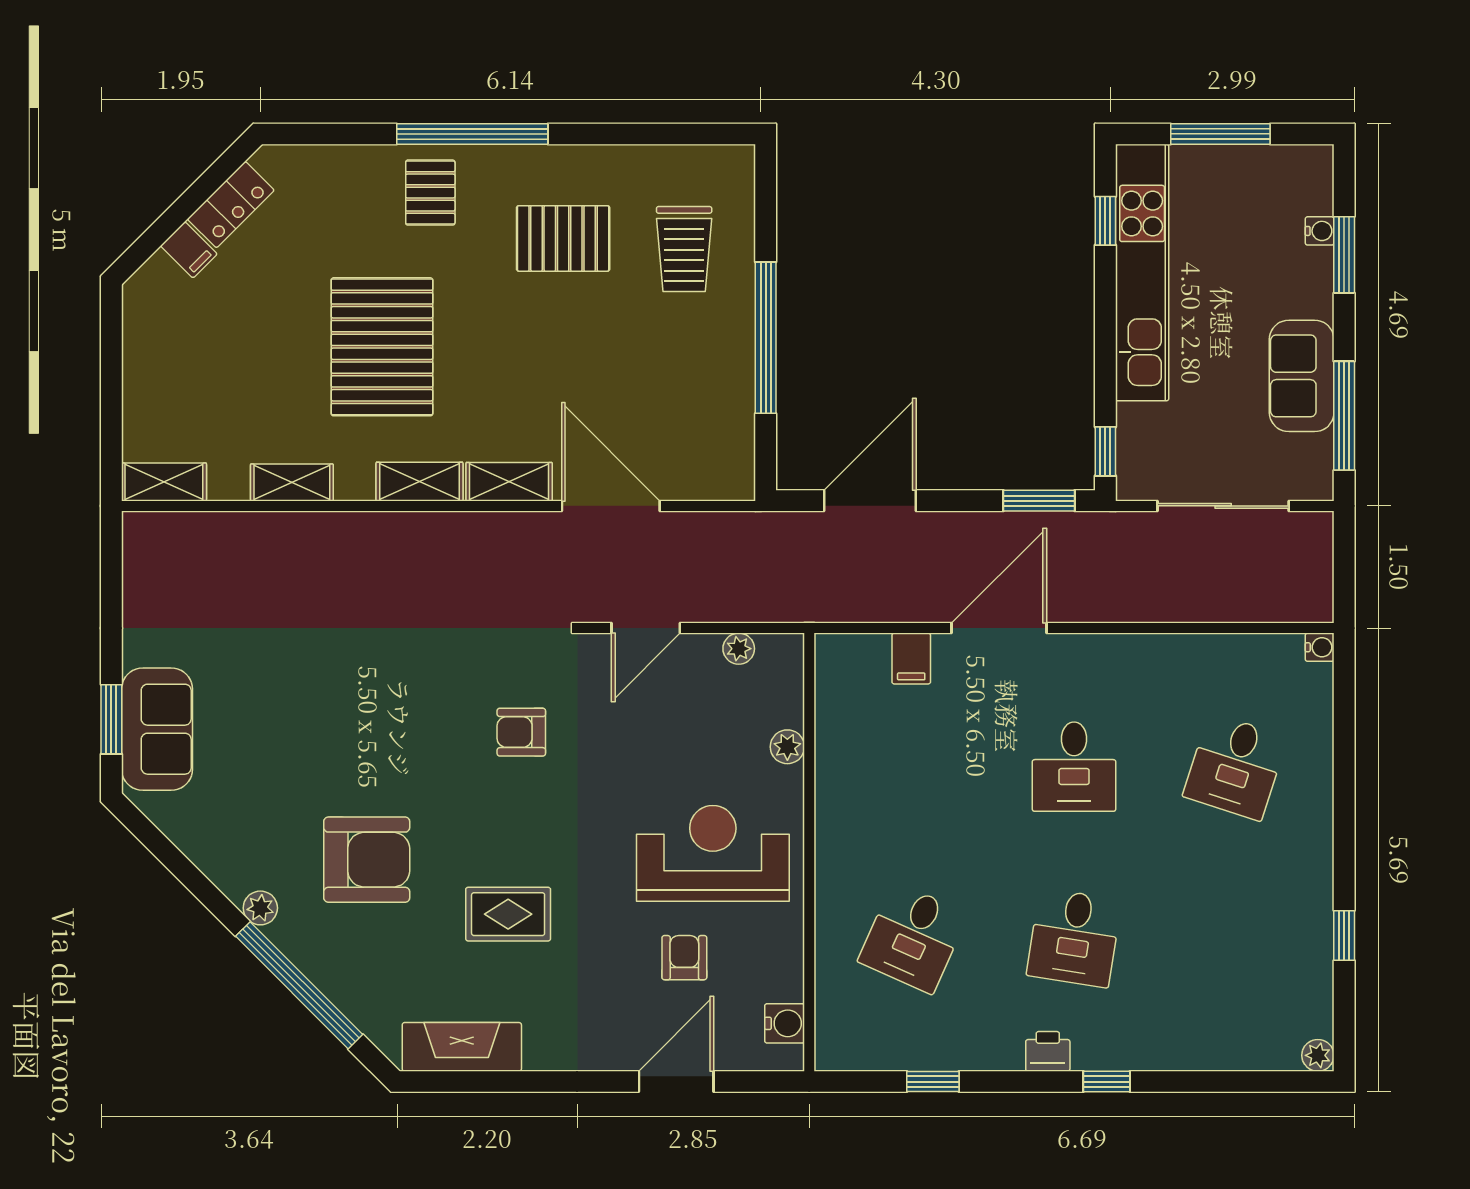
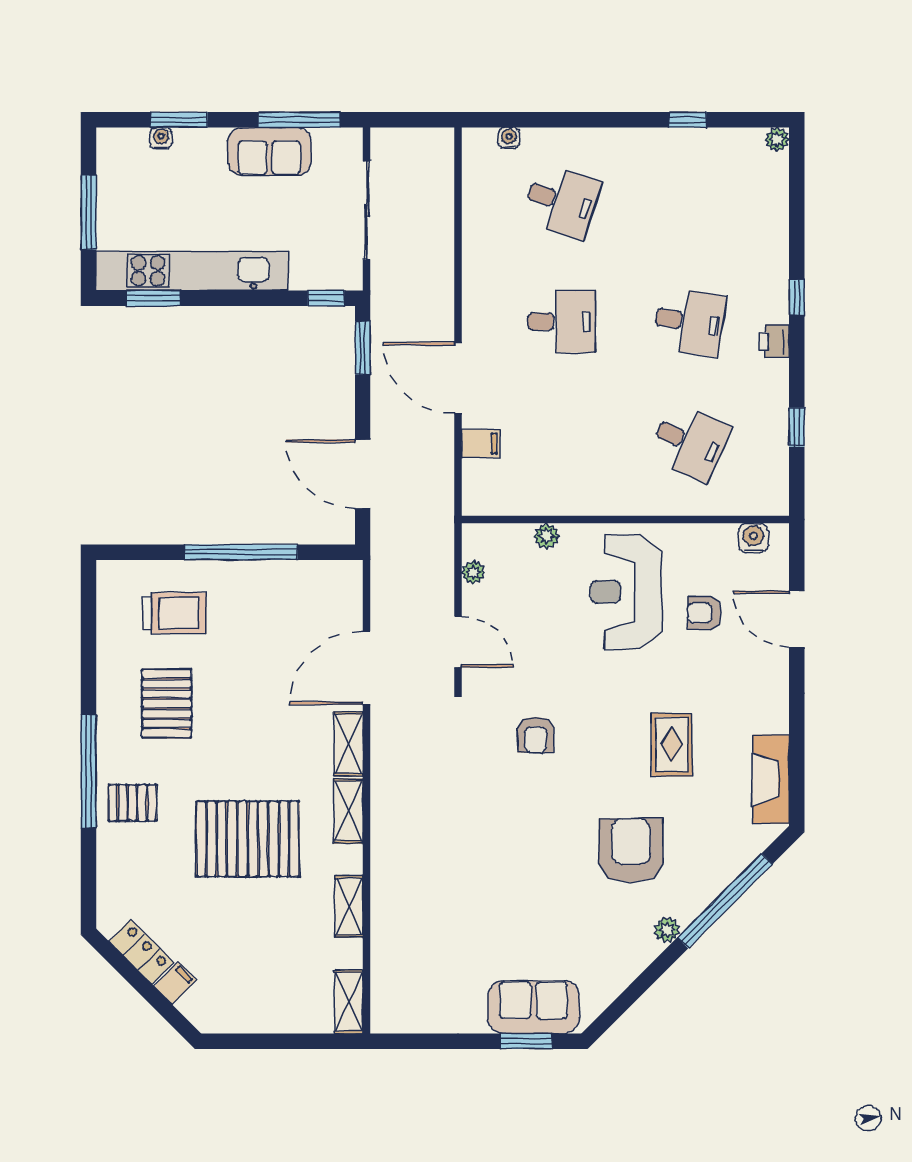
window: (1105, 221) -> (154, 298), width x1.50
water cooler: (1320, 647) -> (509, 138), moved

